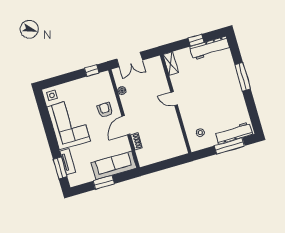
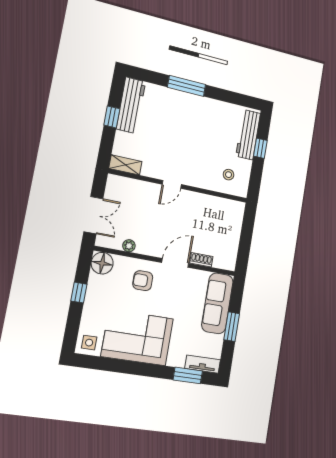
window: (92, 71) -> (79, 293), moved
floor lamp: (103, 79) -> (102, 263), added
door: (126, 125) -> (175, 263), swing flipped
window: (229, 146) -> (260, 148), width x0.46
tv unit: (68, 162) -> (203, 364), moved

